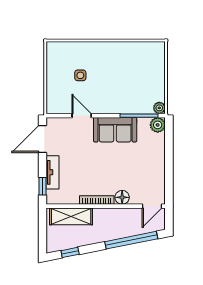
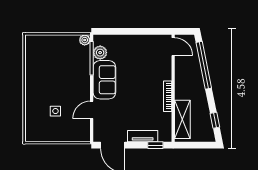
plant: (158, 125) -> (100, 53), moved
floor lamp: (122, 197) -> (165, 73), removed

